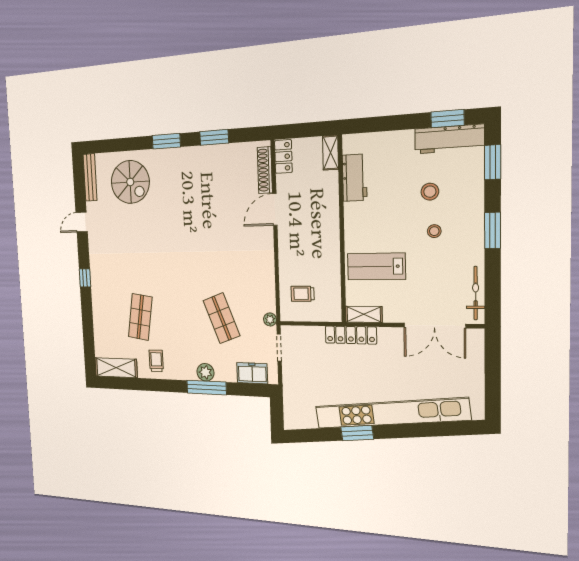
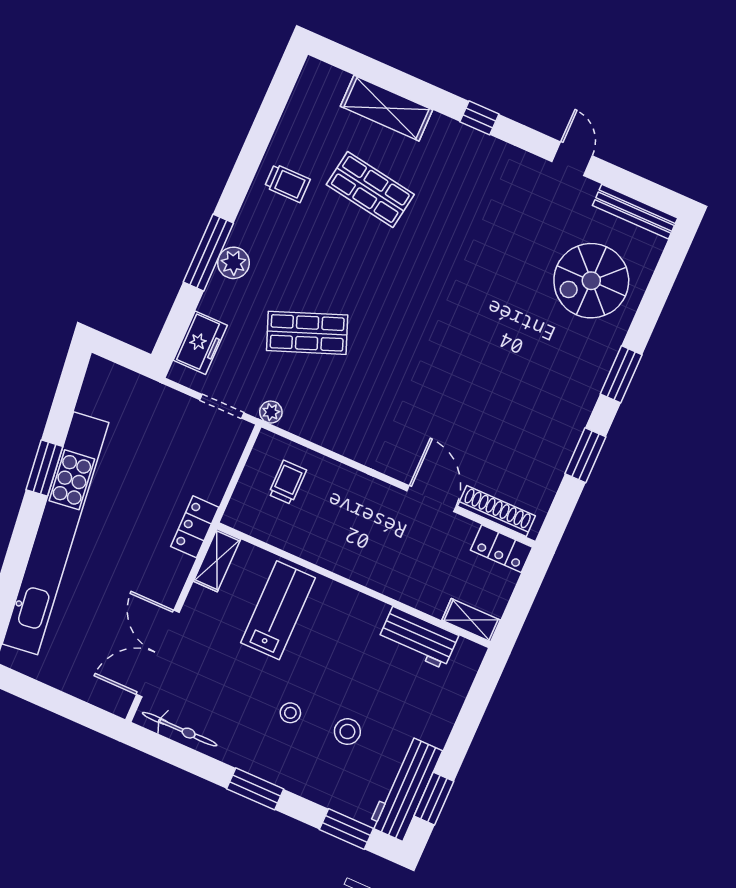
locker: (351, 335) -> (195, 527), width x0.66
shelving: (116, 368) -> (387, 108), moved, turned 90

